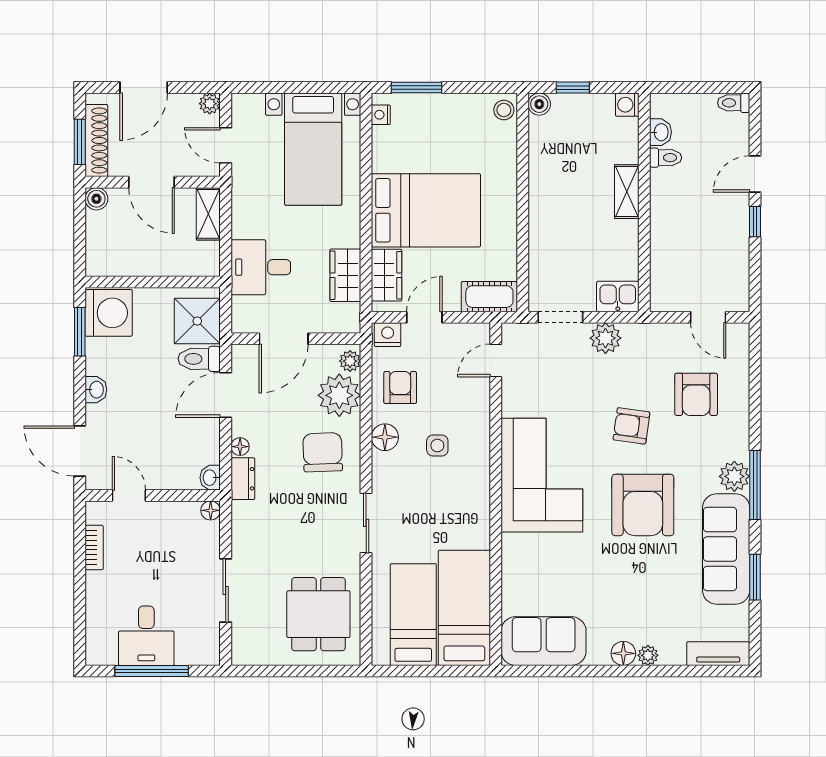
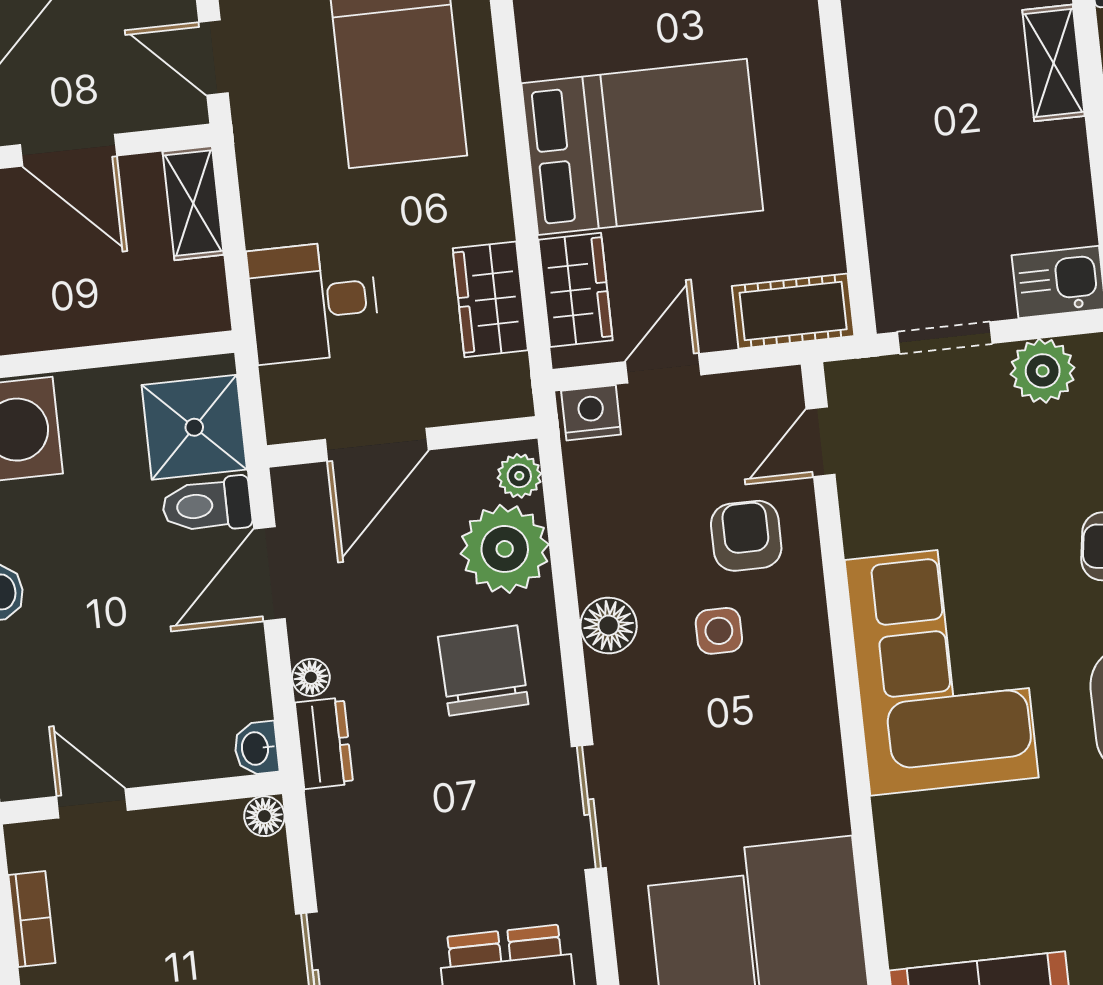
armchair: (400, 388) -> (746, 536), moved

